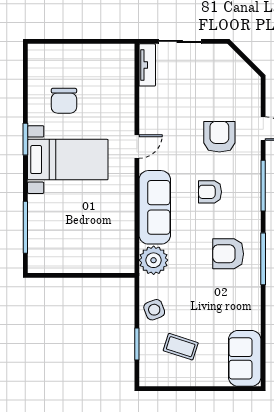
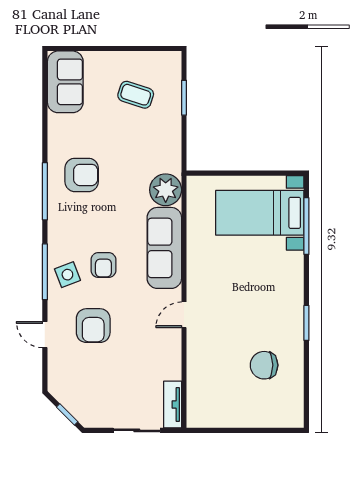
window: (243, 56) -> (67, 414), added
chair: (64, 101) -> (264, 365), turned -90
bed with nightstands: (68, 160) -> (260, 213), moved
armchair: (210, 192) -> (103, 265), turned 90
armchair: (228, 254) -> (82, 175), moved
side table: (154, 310) -> (67, 275), moved

